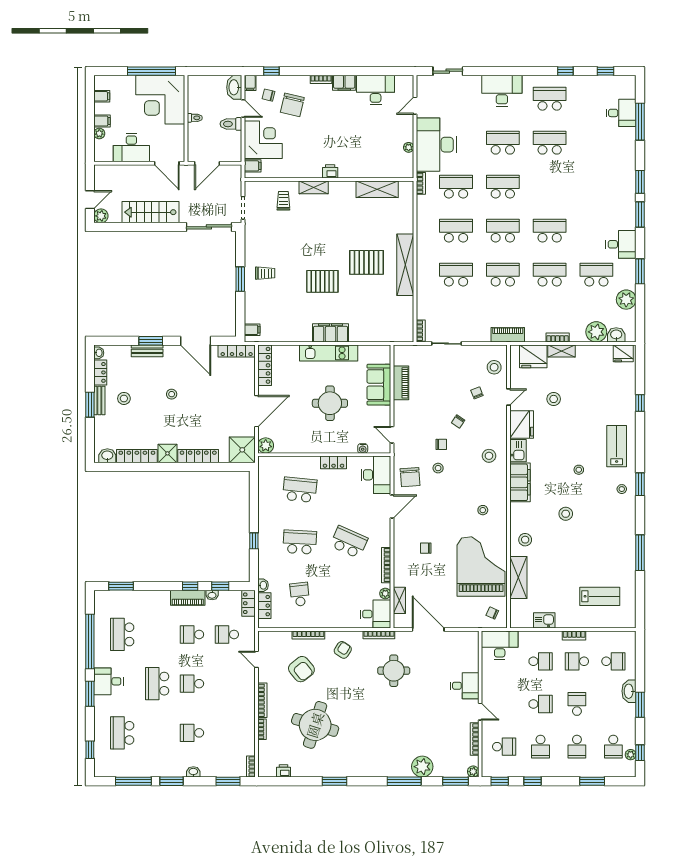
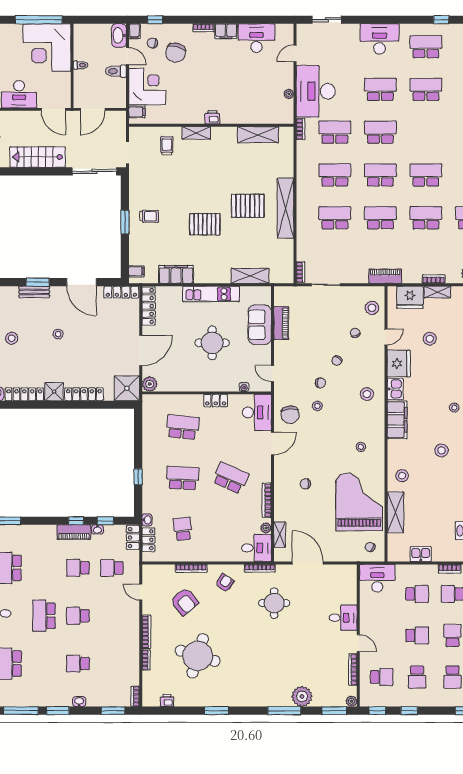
filing cabinet: (331, 333) -> (176, 274), moved
shelving: (369, 334) -> (250, 276), added

